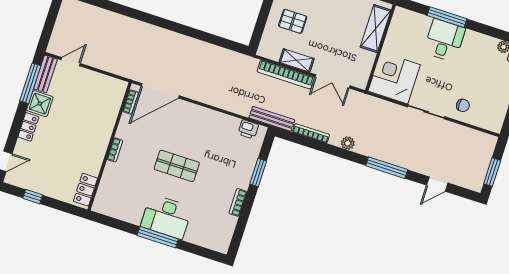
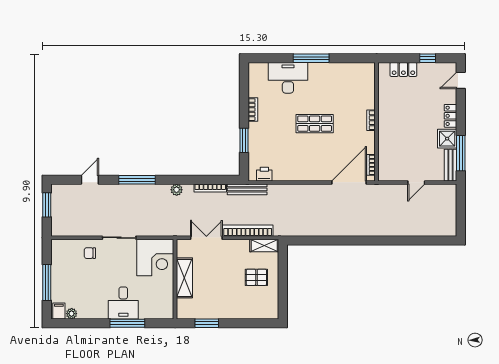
shelving: (376, 29) -> (184, 278), moved
shelving: (297, 60) -> (264, 245), moved
door: (71, 62) -> (416, 182), moved
locker: (86, 190) -> (403, 69), moved, turned 90
desk: (166, 217) -> (288, 78), moved

